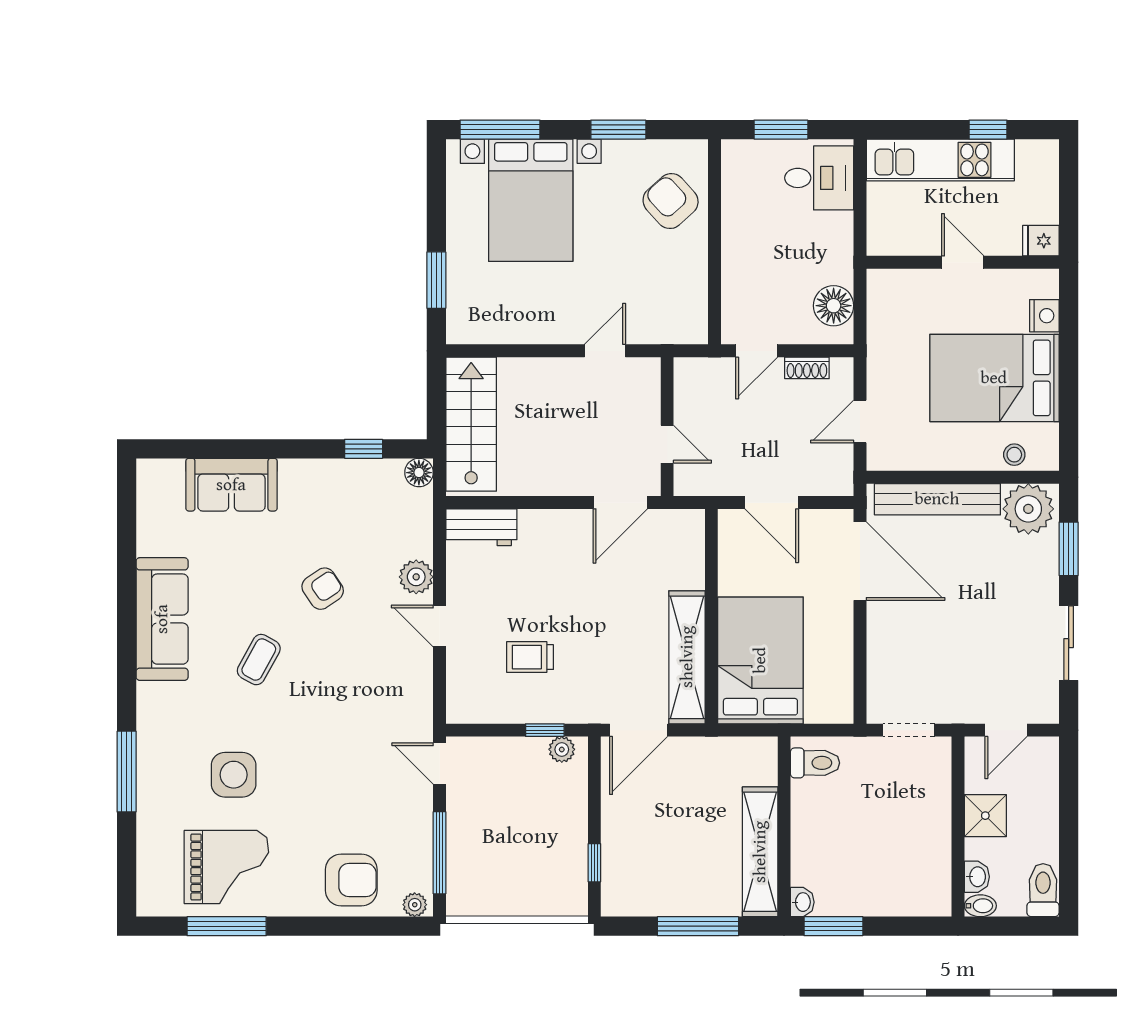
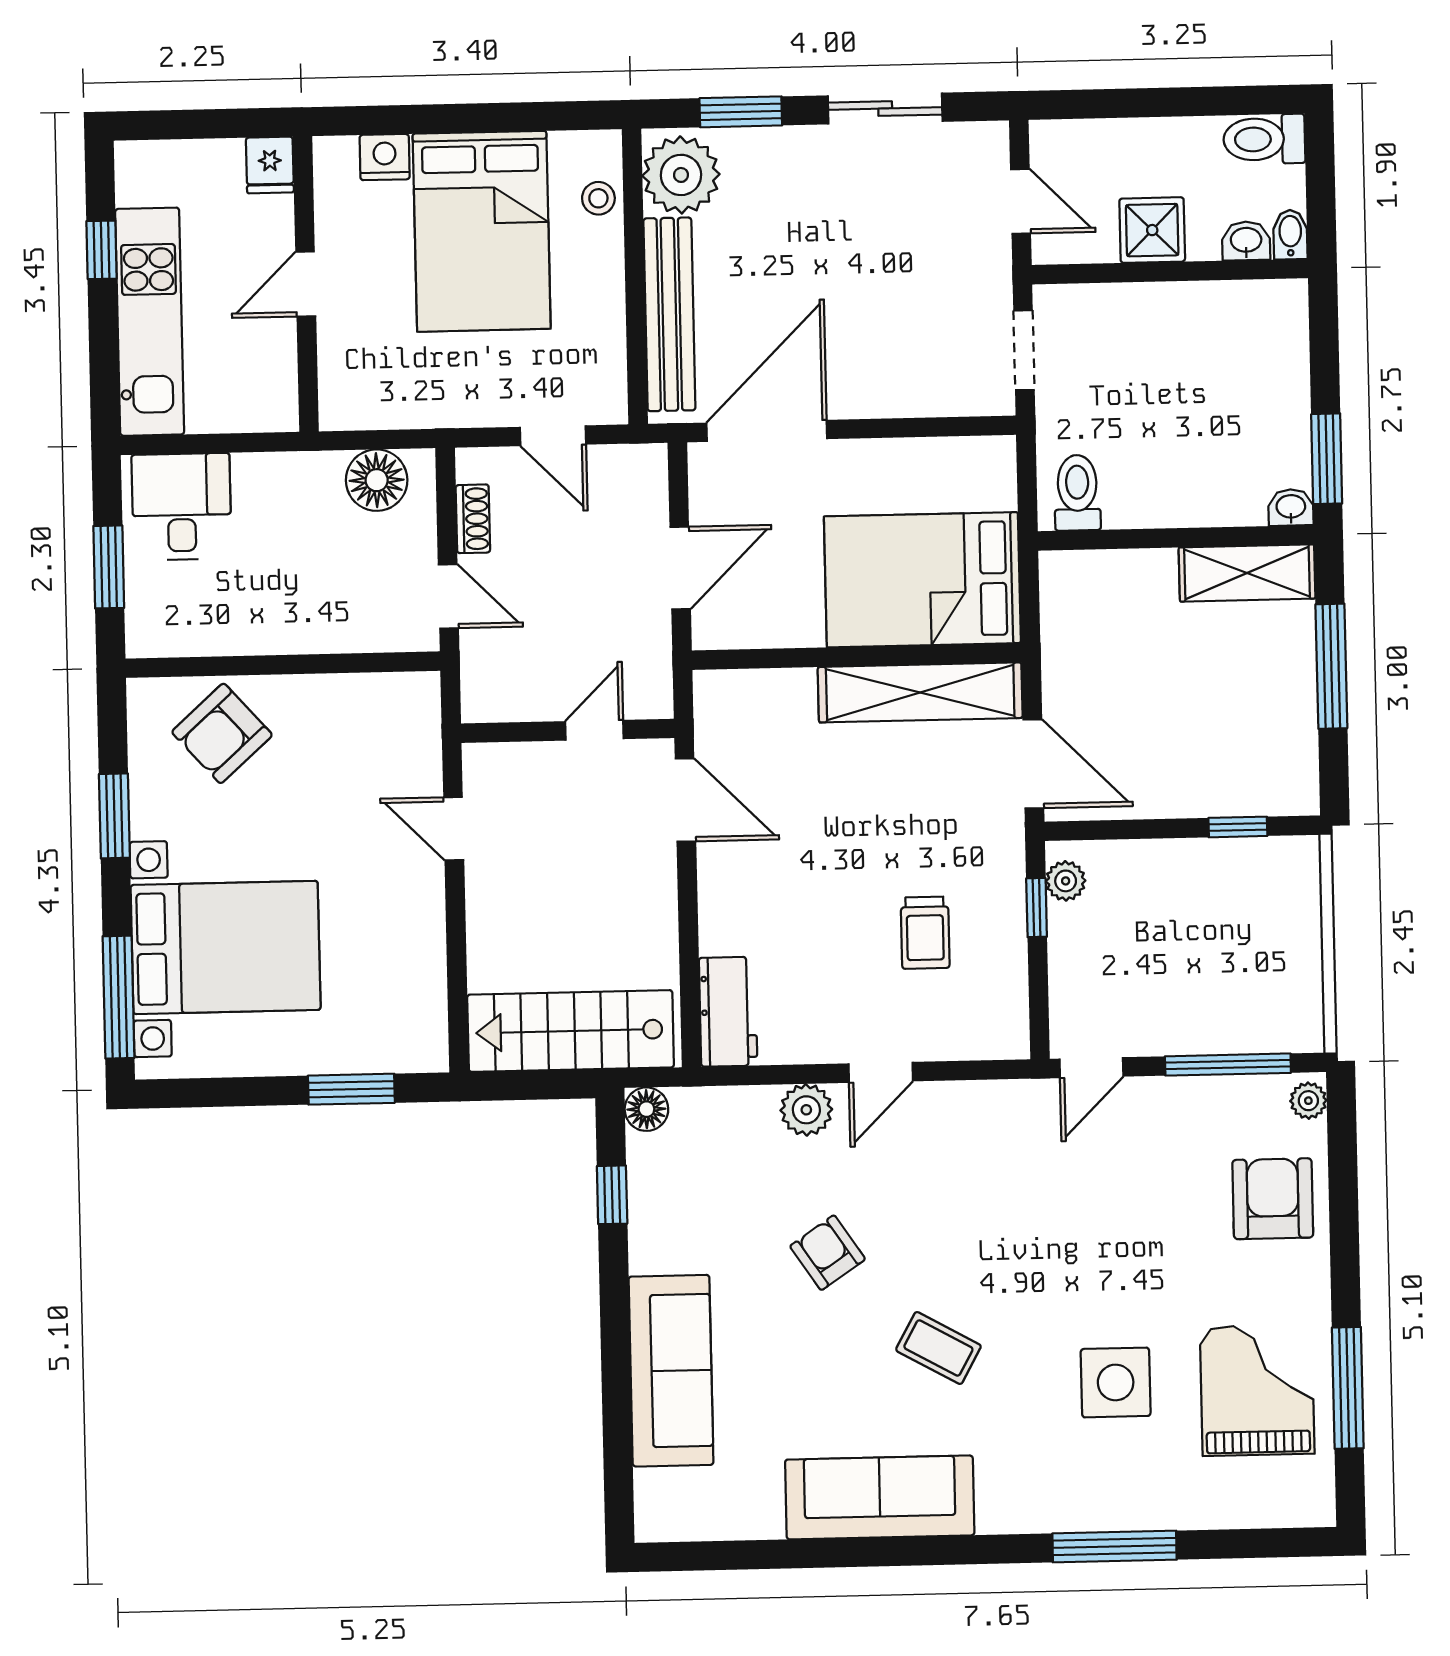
sofa: (231, 485) -> (671, 1371), width x1.36
shelving: (760, 852) -> (1247, 573), width x0.68

